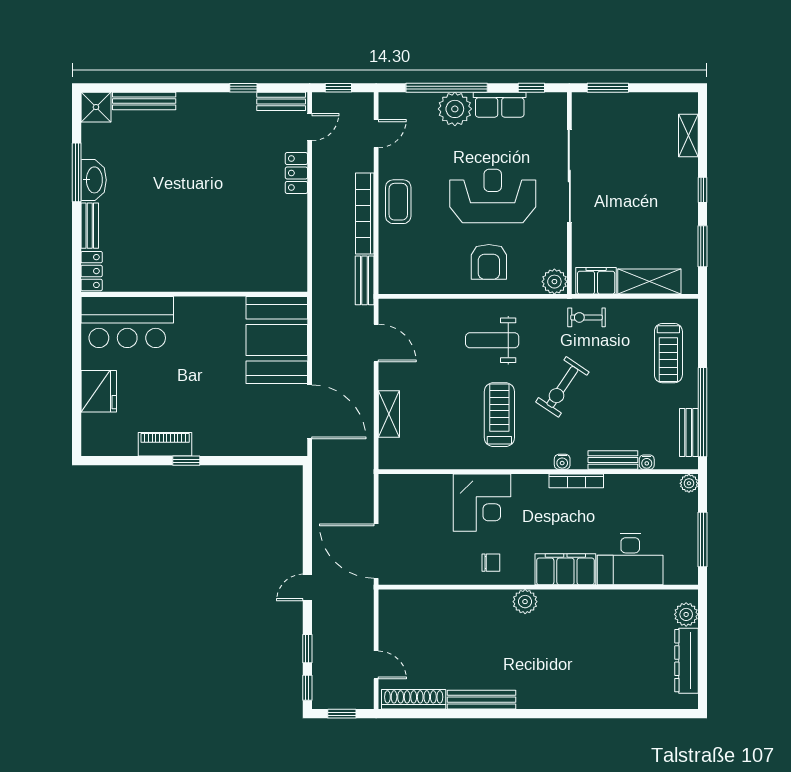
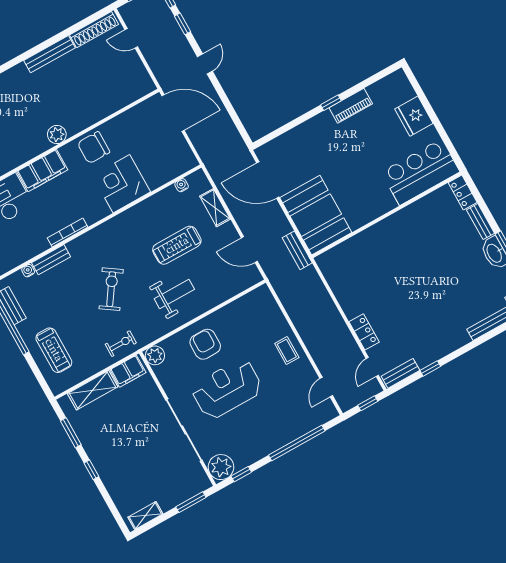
row of seats: (500, 105) -> (256, 451), removed
plant: (455, 109) -> (221, 467), moved
shelving: (688, 135) -> (145, 516), moved, turned 90
reception desk: (493, 196) -> (227, 389), turned 180
coffee table: (398, 202) -> (287, 350), width x0.73, depth x0.77
bookcase: (365, 214) -> (304, 330), removed
bench: (365, 280) -> (297, 250), moved
treadmill: (668, 353) -> (54, 350), turned 180
treadmill: (499, 415) -> (177, 245), moved, turned 90
water cooler: (562, 462) -> (182, 185), moved
chair: (491, 563) -> (94, 148), width x1.87, depth x1.87

